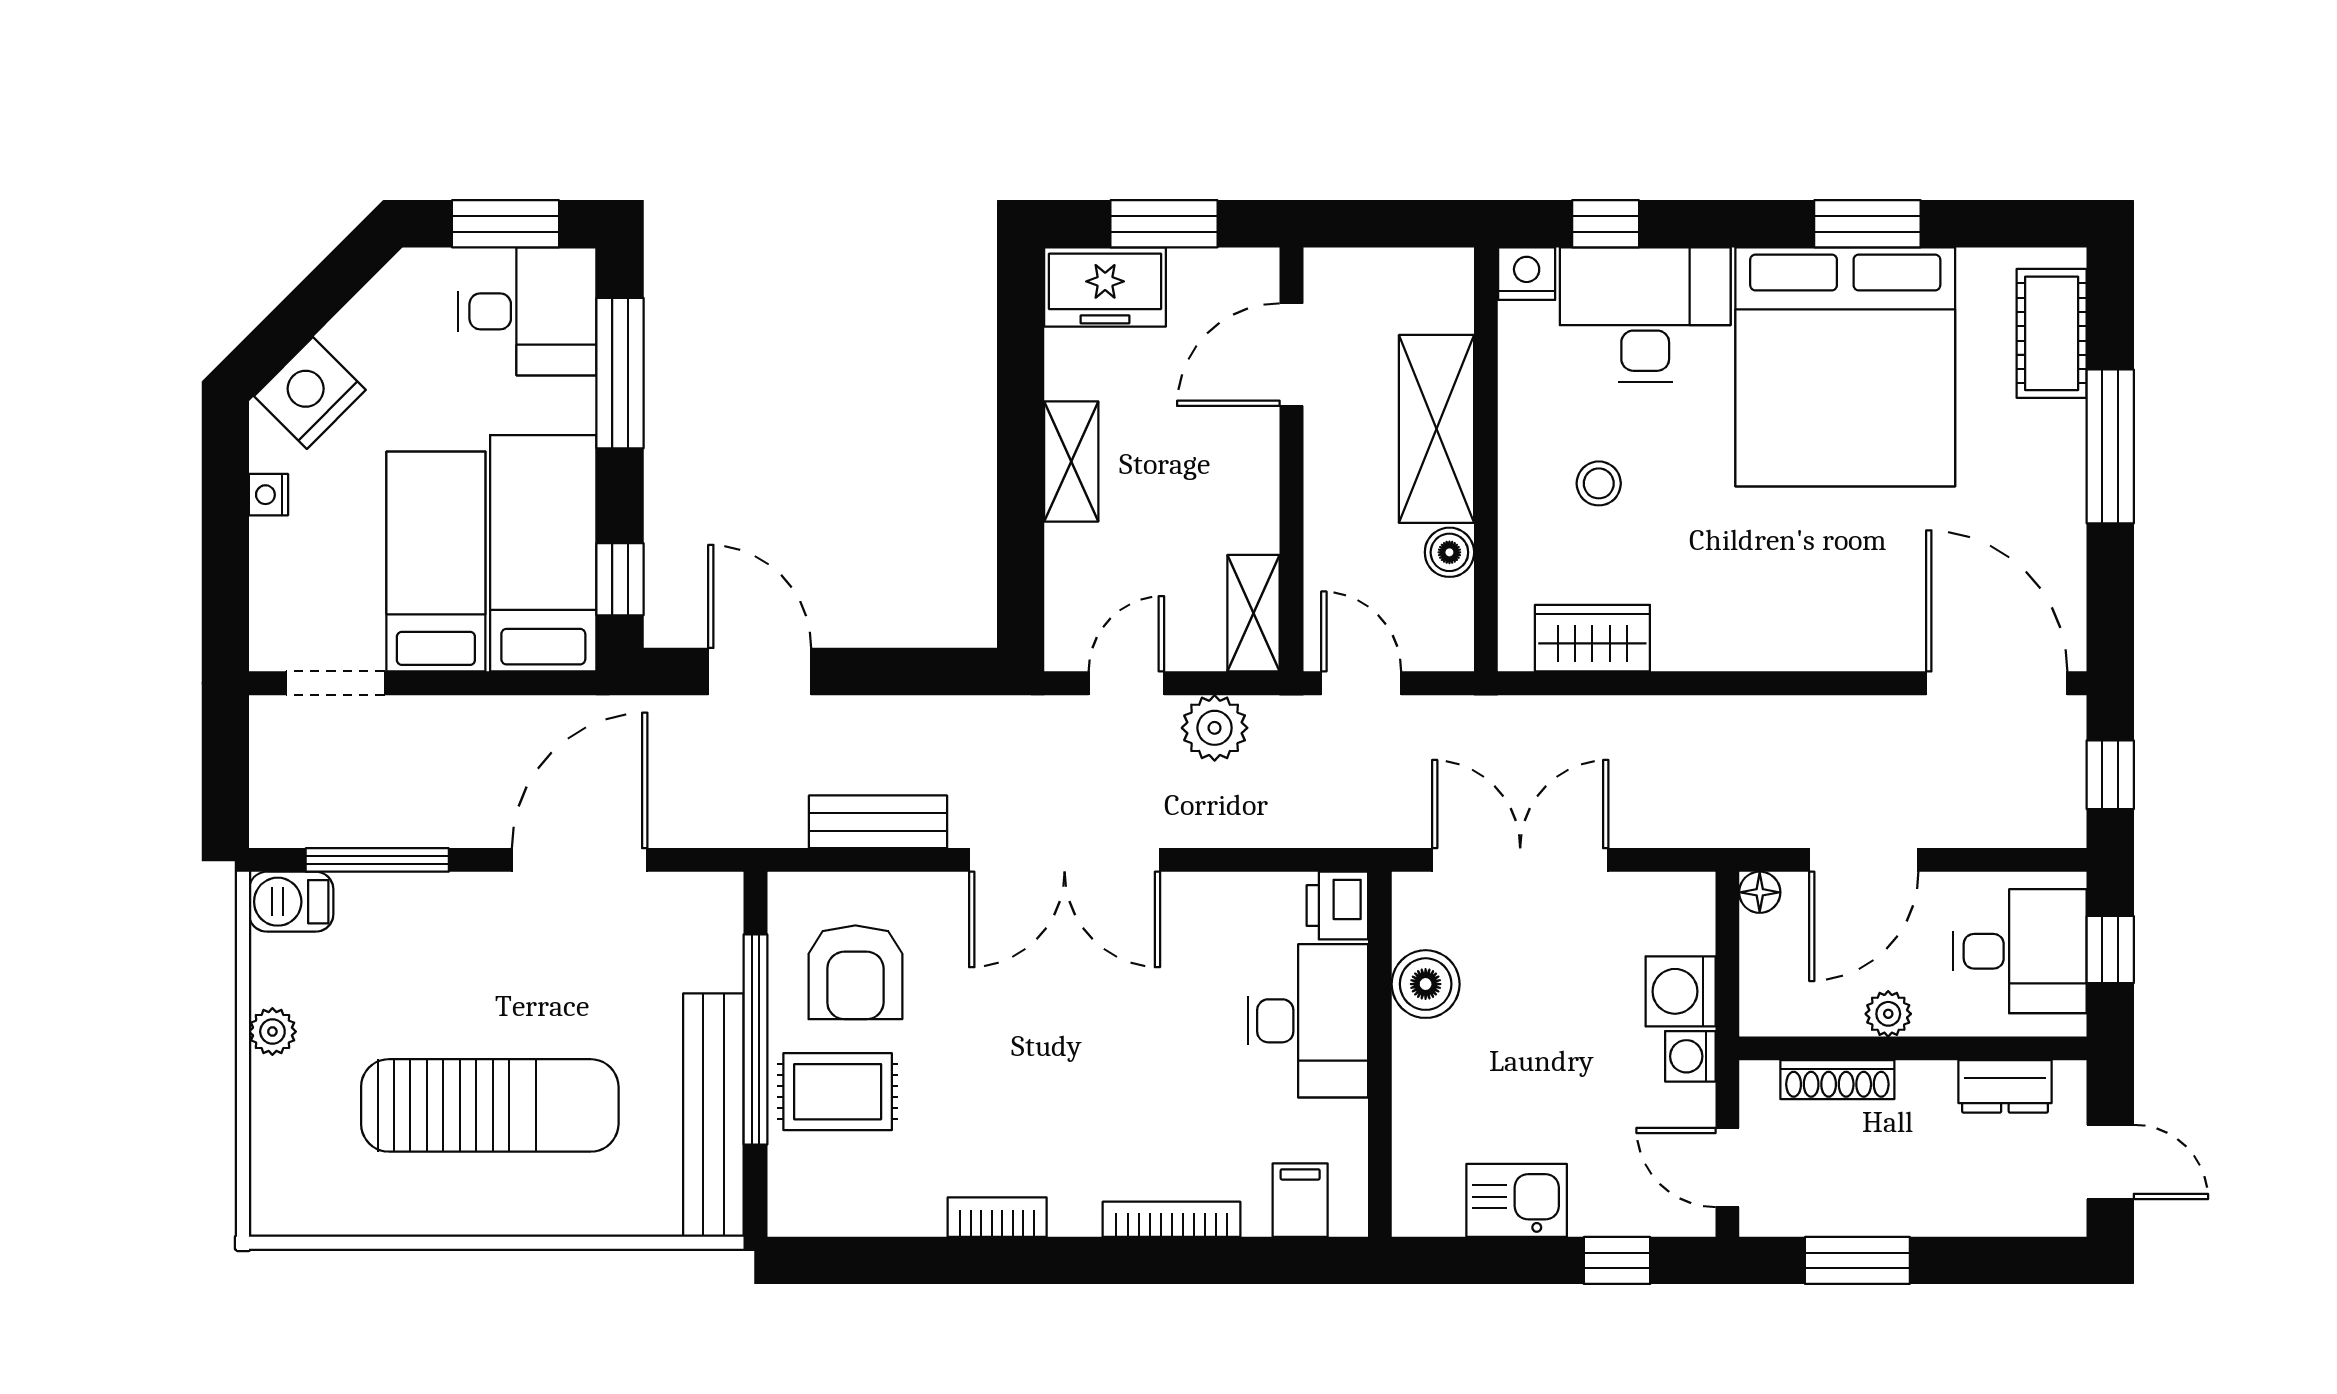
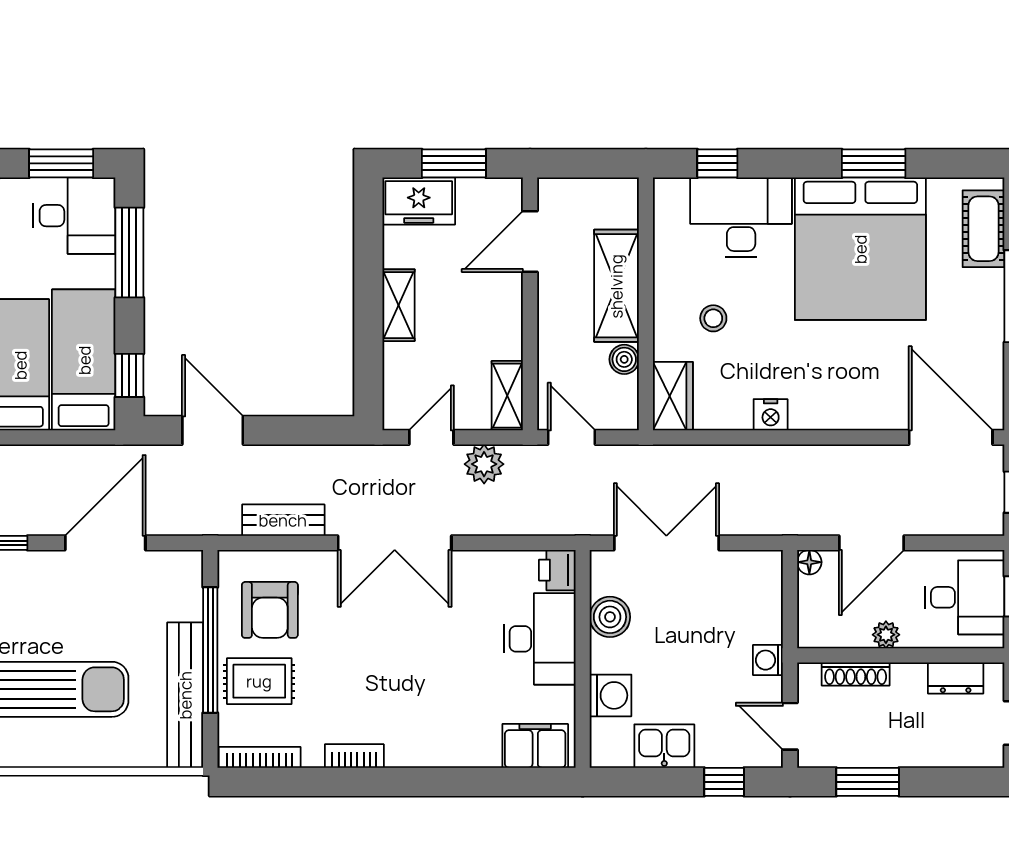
nightstand: (1527, 274) -> (771, 415), moved, turned 180
wardrobe: (1592, 638) -> (673, 396), moved, turned 90
washing machine: (1681, 991) -> (611, 695), moved, turned 180
filing cabinet: (1300, 1200) -> (535, 746), width x2.00
bookcase: (1172, 1219) -> (260, 757), moved

